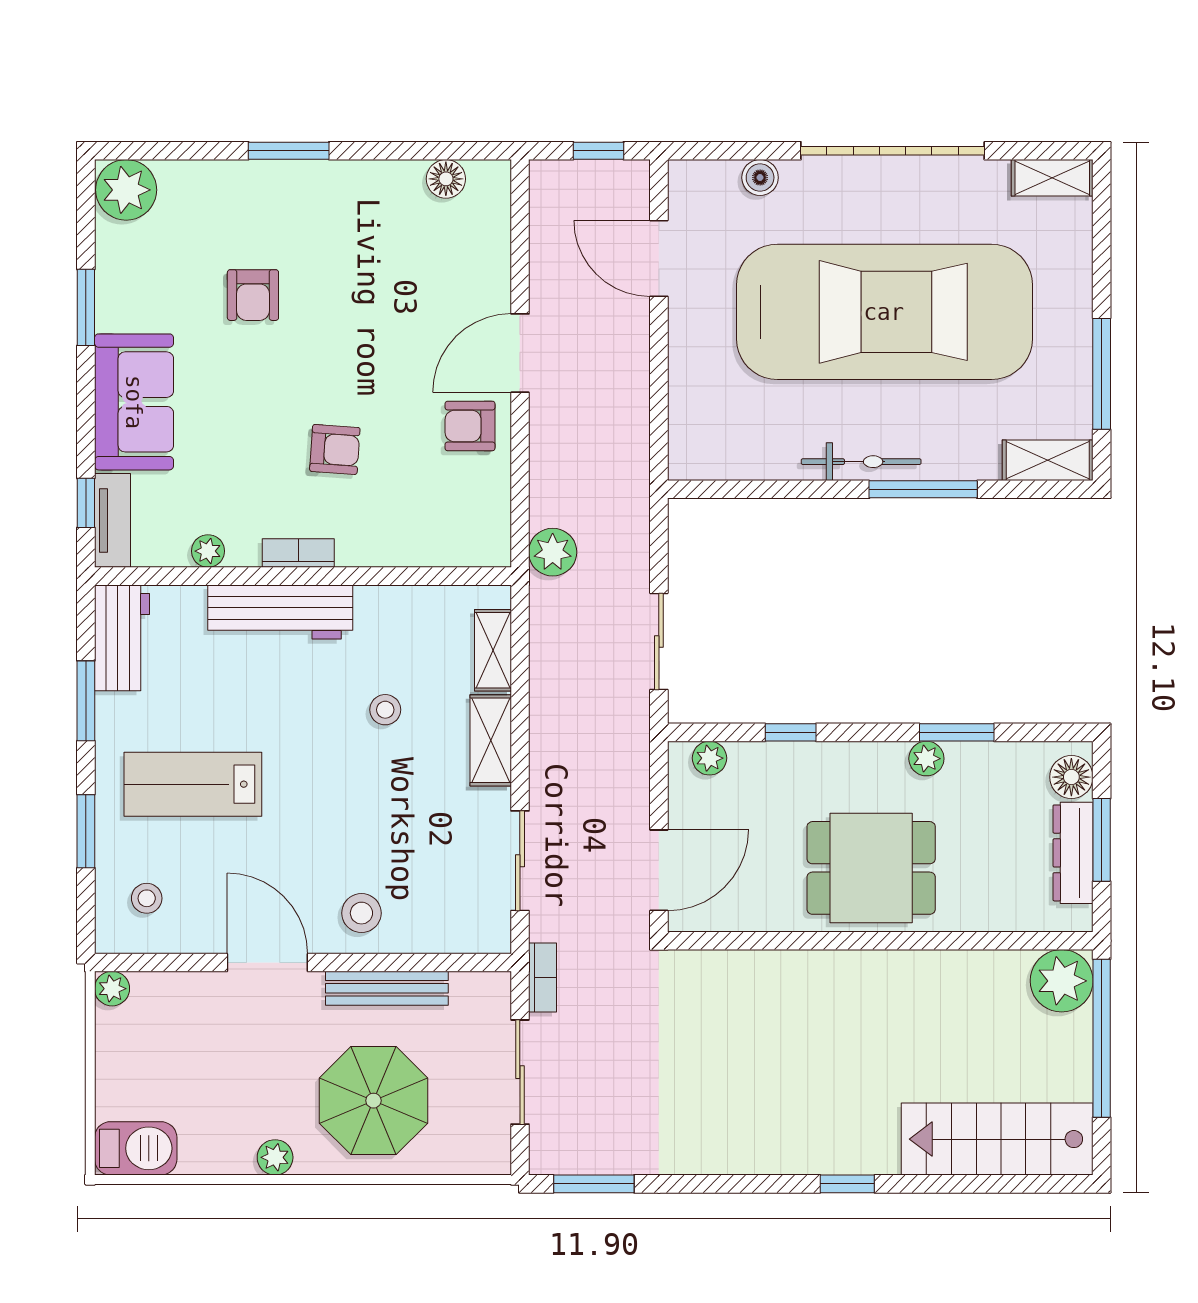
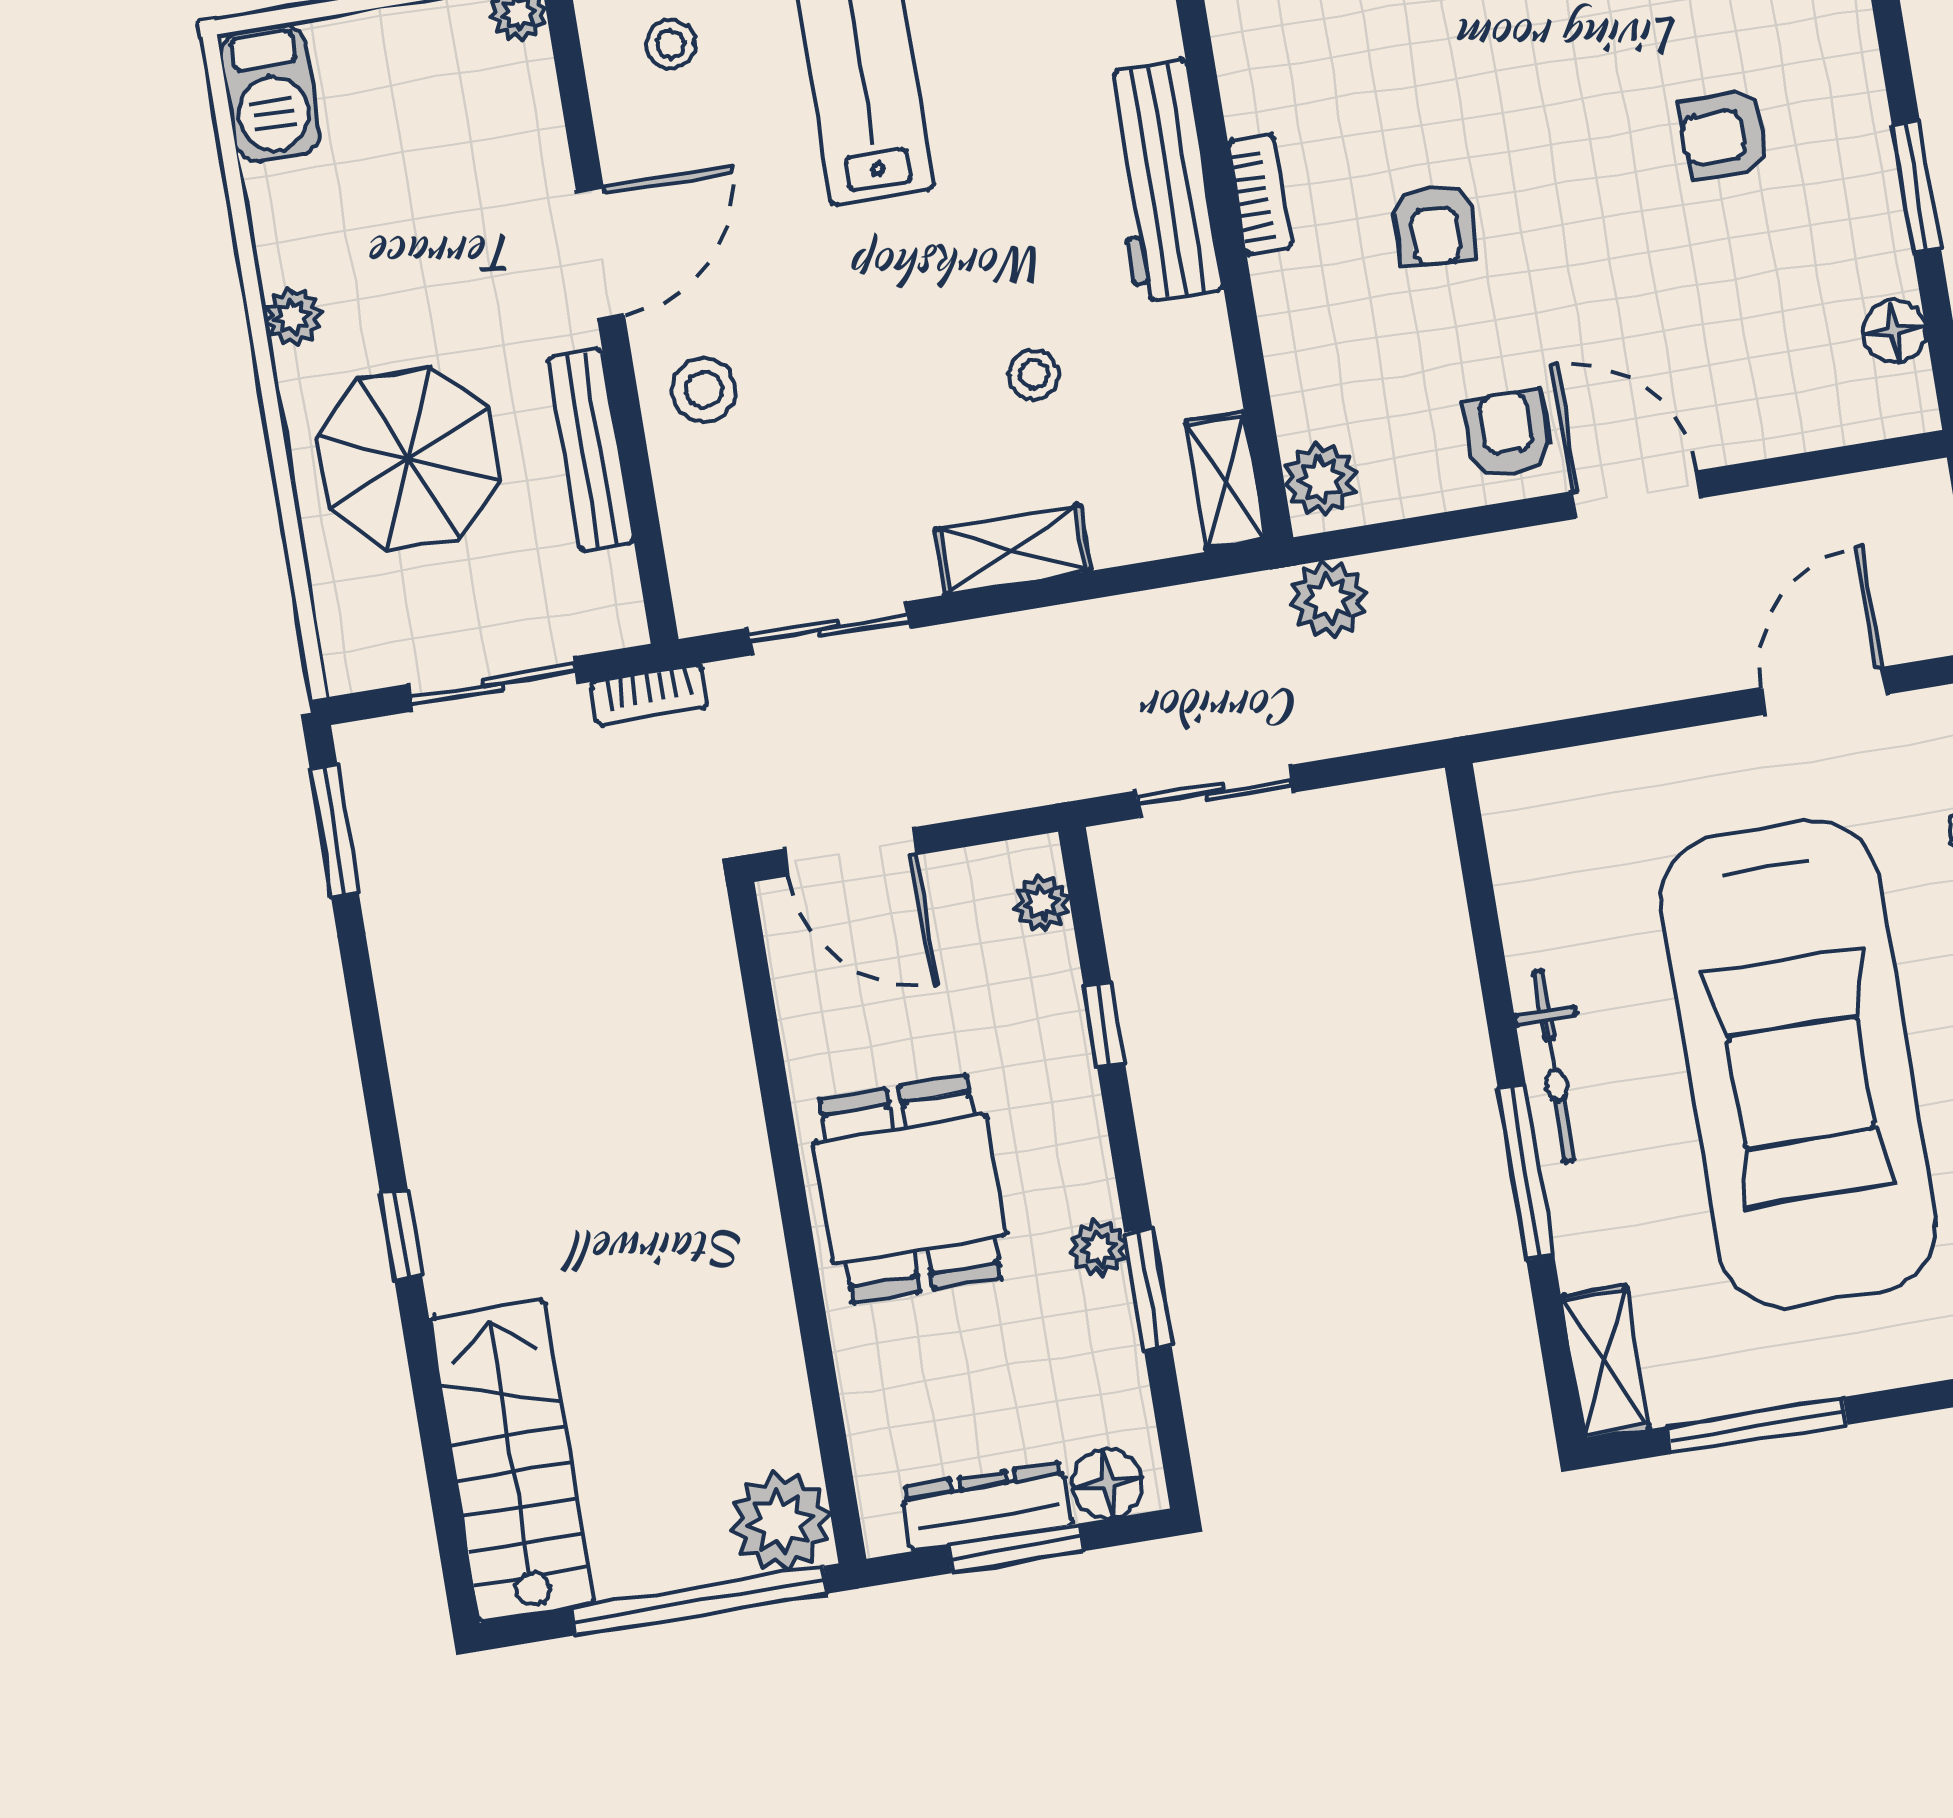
window: (289, 151) -> (1916, 187), moved
armchair: (253, 295) -> (1725, 135), moved
plant: (208, 551) -> (1320, 479), moved, width x1.38, depth x1.38
shelving: (493, 650) -> (1226, 482), moved, turned 90

